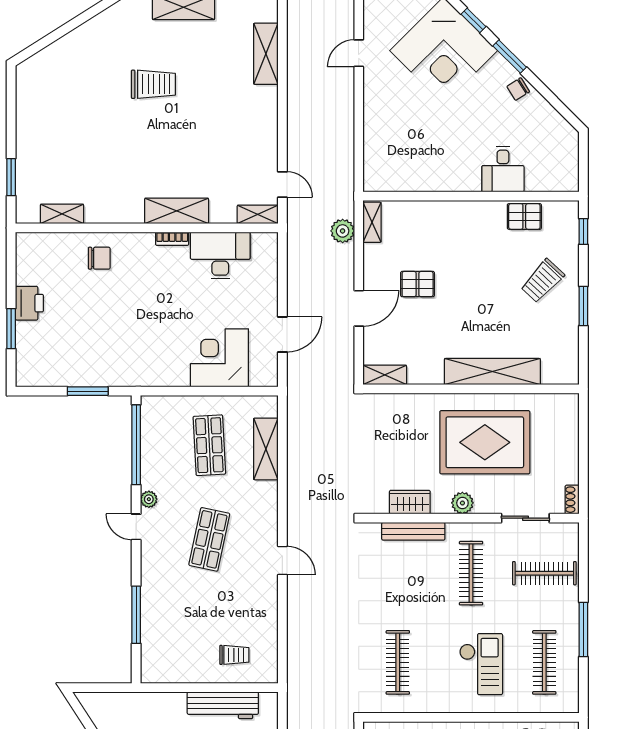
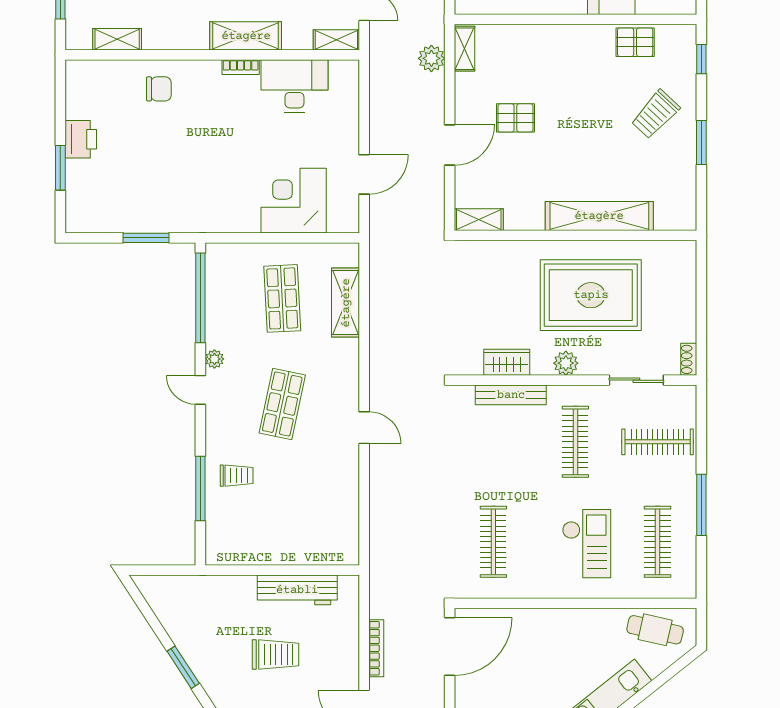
trolley: (234, 655) -> (237, 476), moved

